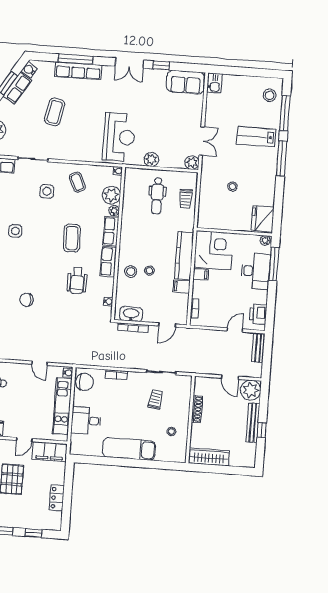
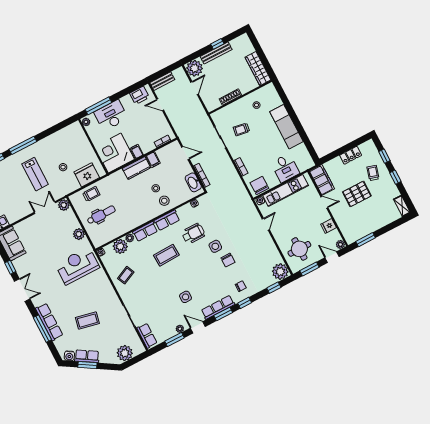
lab bench: (256, 137) -> (35, 174), moved
side table: (47, 191) -> (215, 246), moved
fridge: (263, 219) -> (87, 175), moved, turned 180
kitchen counter: (184, 256) -> (136, 168), width x0.67
trolley: (24, 510) -> (373, 173), added

